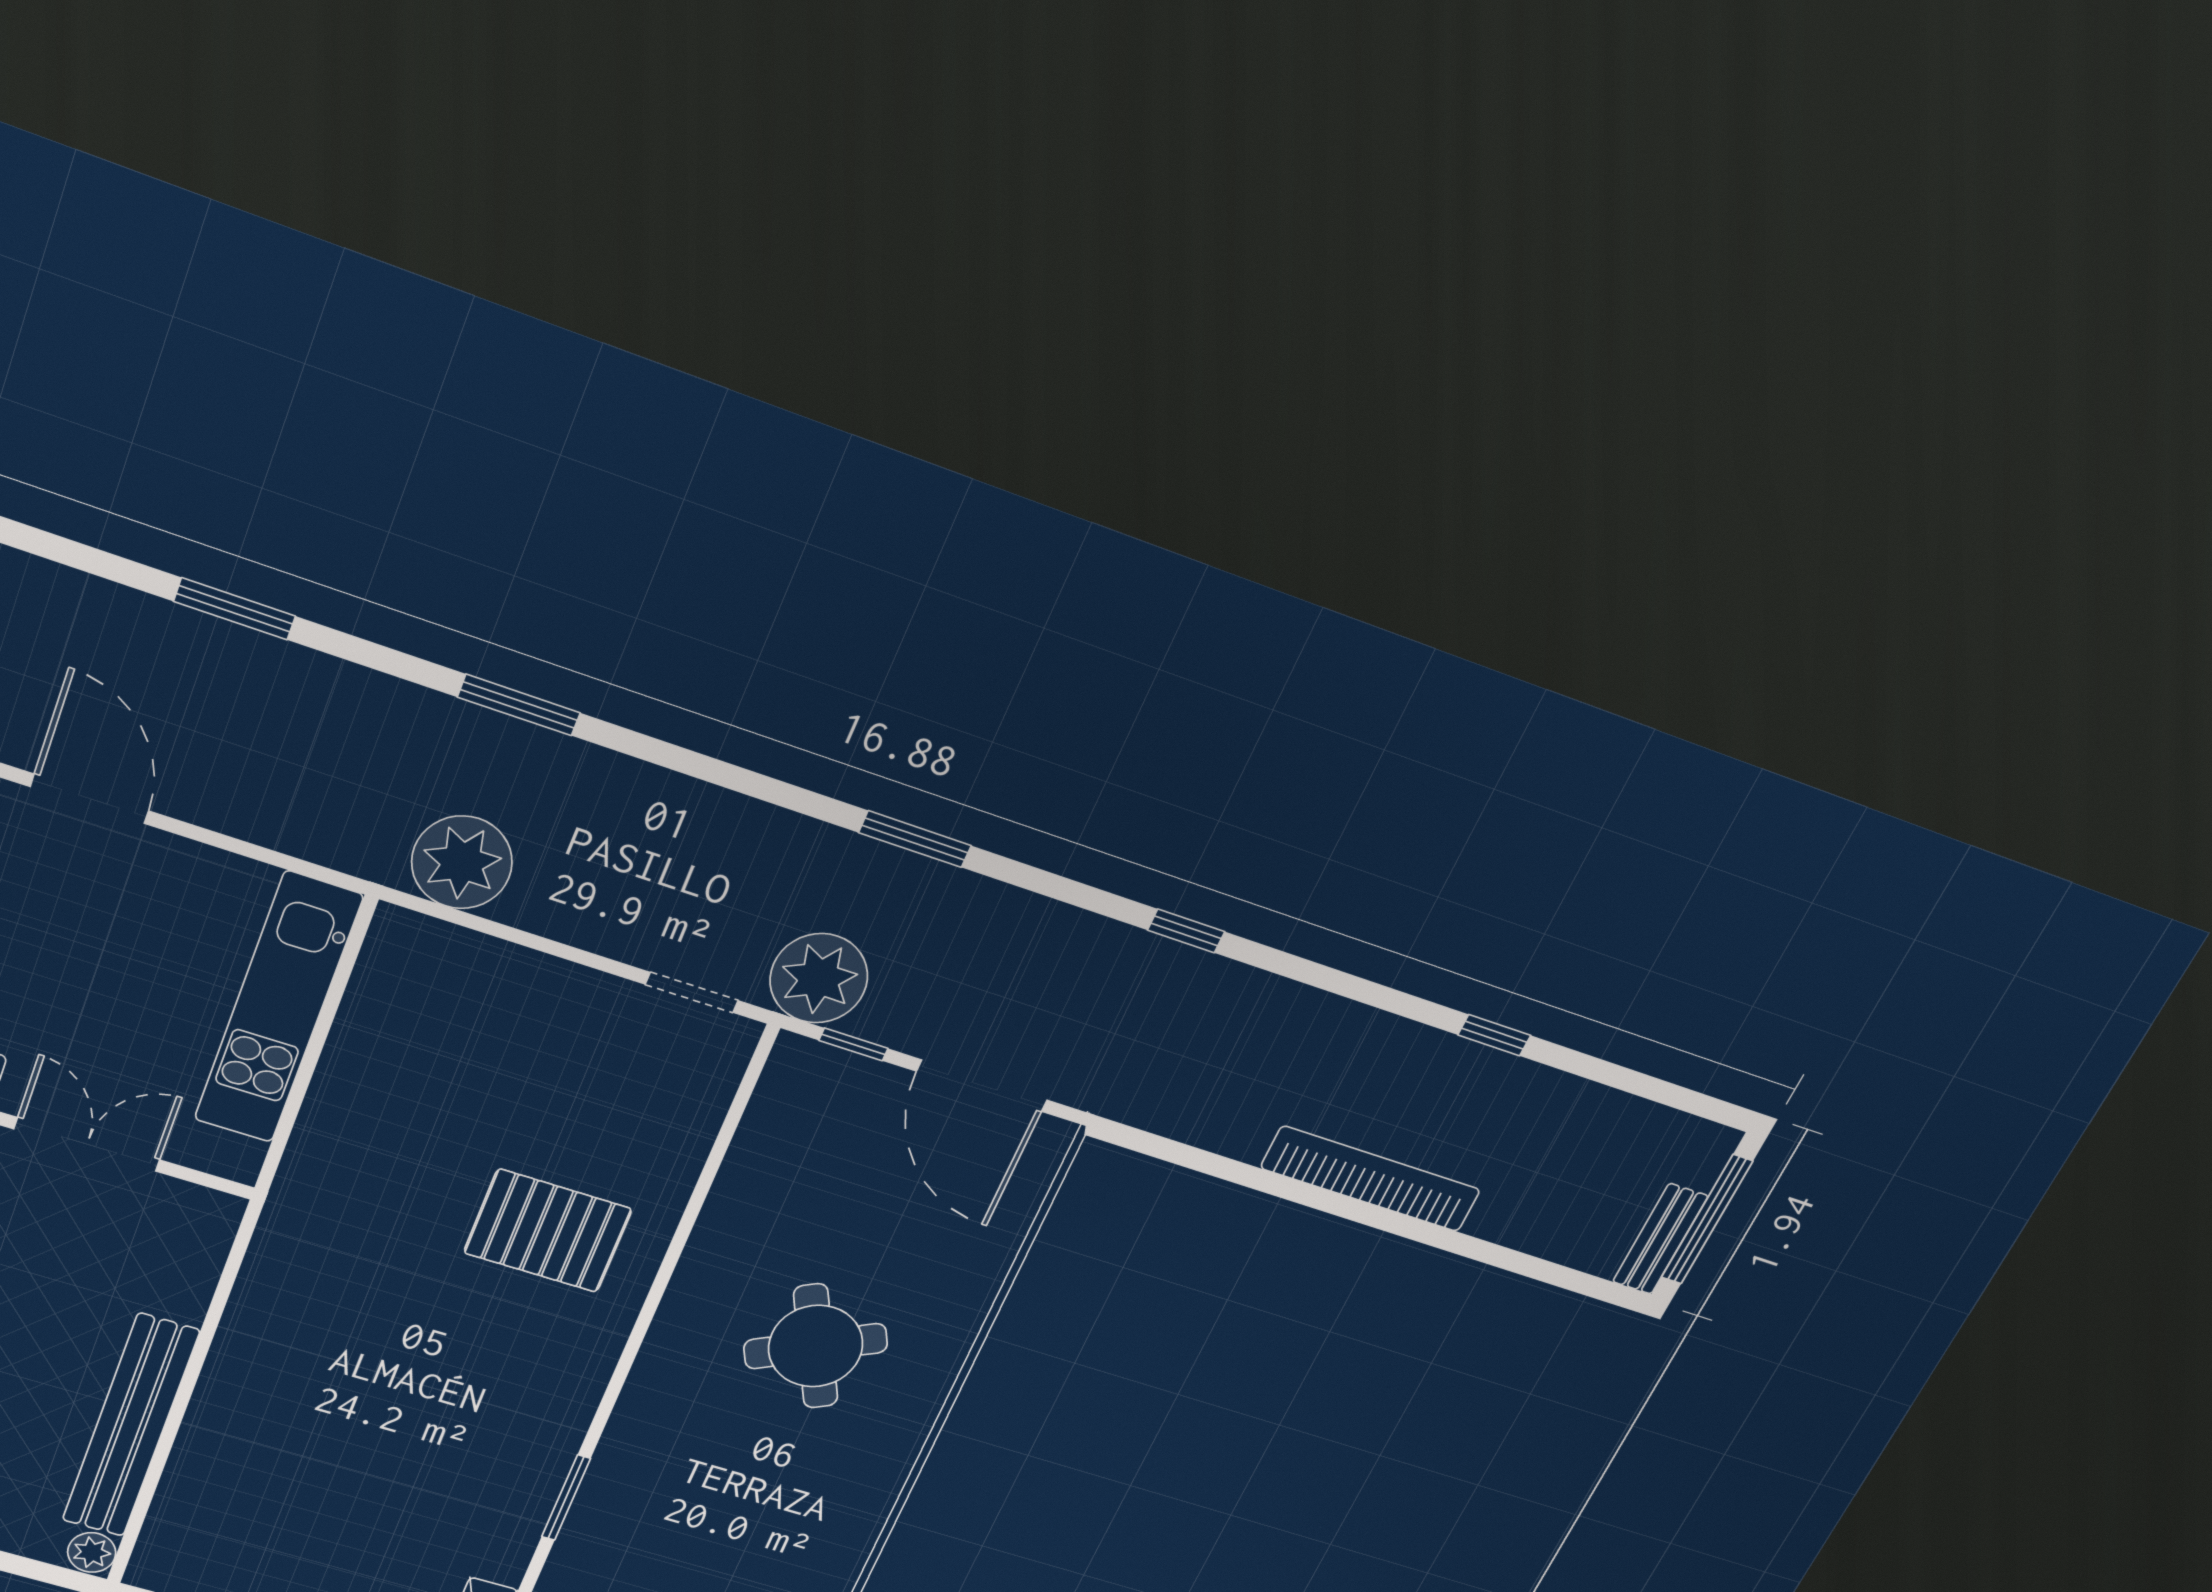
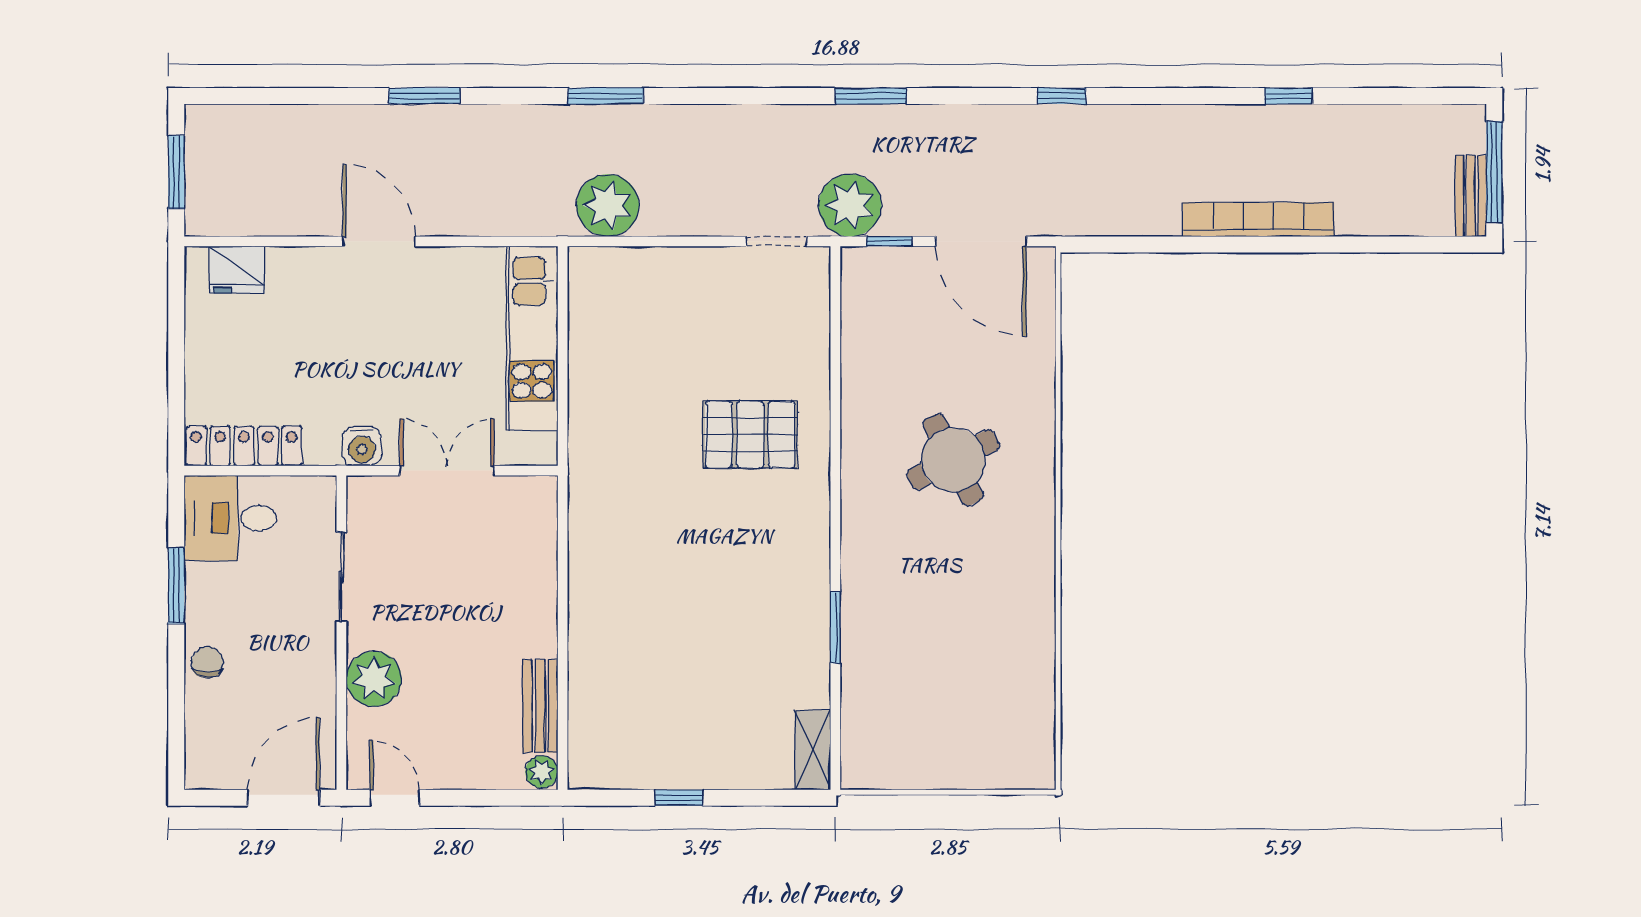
bench: (130, 1426) -> (540, 706), width x0.54, depth x0.82

